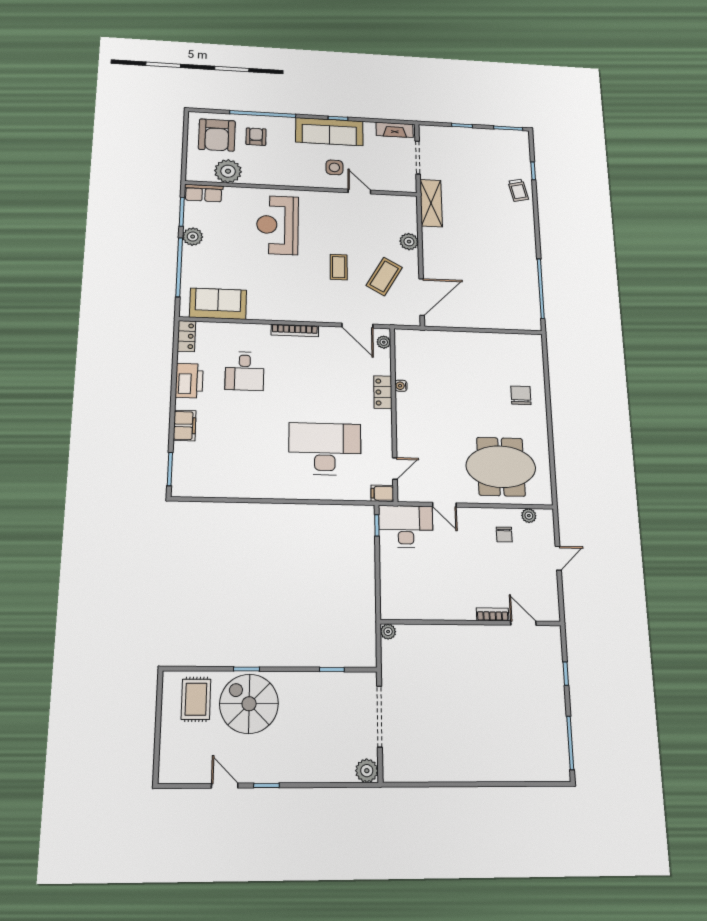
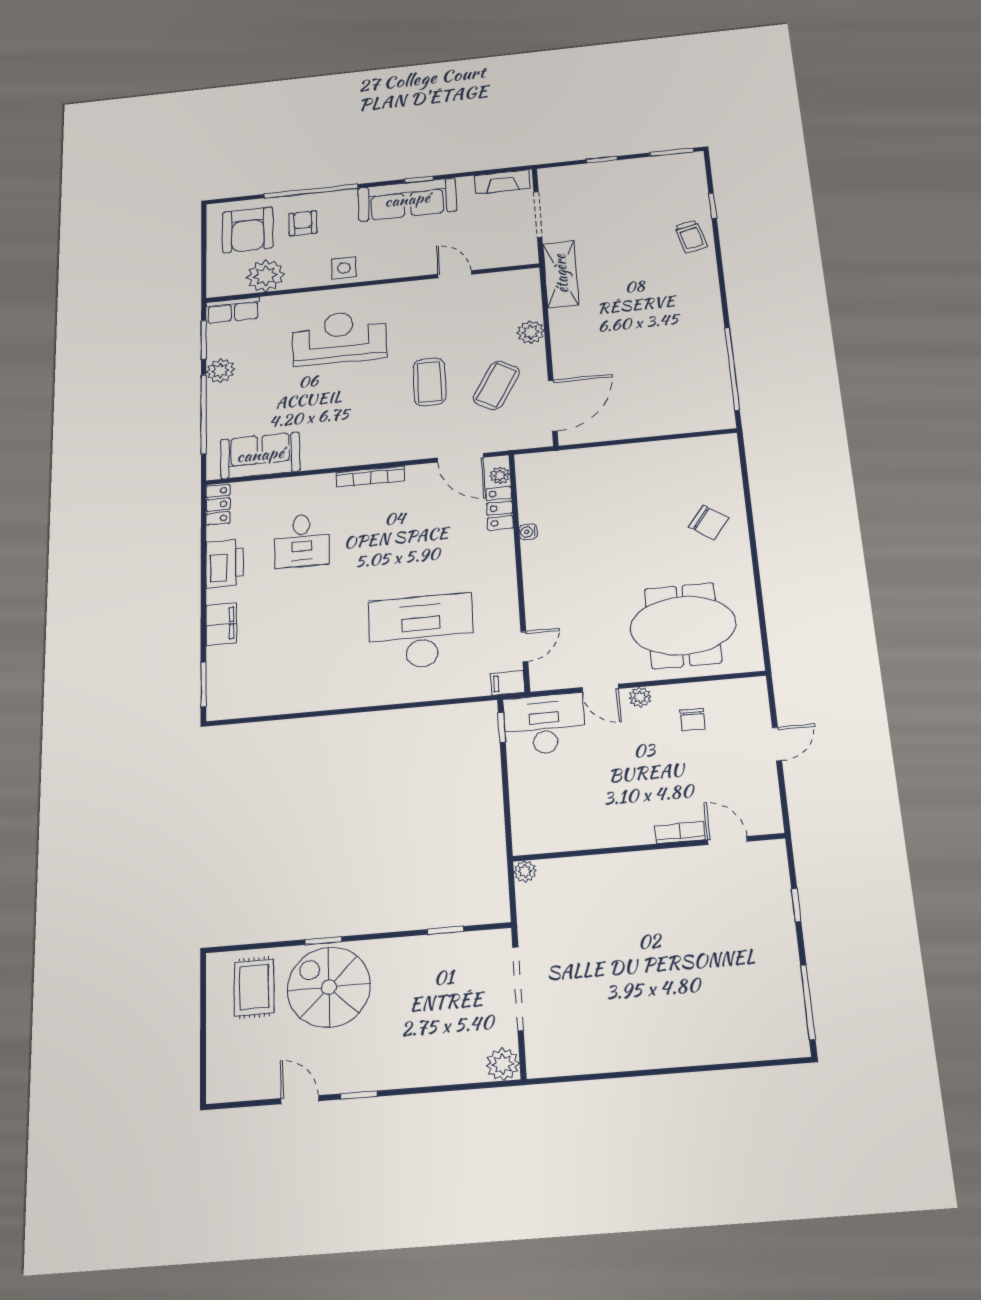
side table: (334, 167) -> (344, 268), moved
reception desk: (278, 225) -> (339, 338), turned 90
coffee table: (339, 267) -> (429, 382), width x1.36, depth x1.30
locker: (383, 392) -> (499, 508), moved
chair: (521, 395) -> (709, 522), turned 126
plant: (529, 516) -> (640, 697), moved

